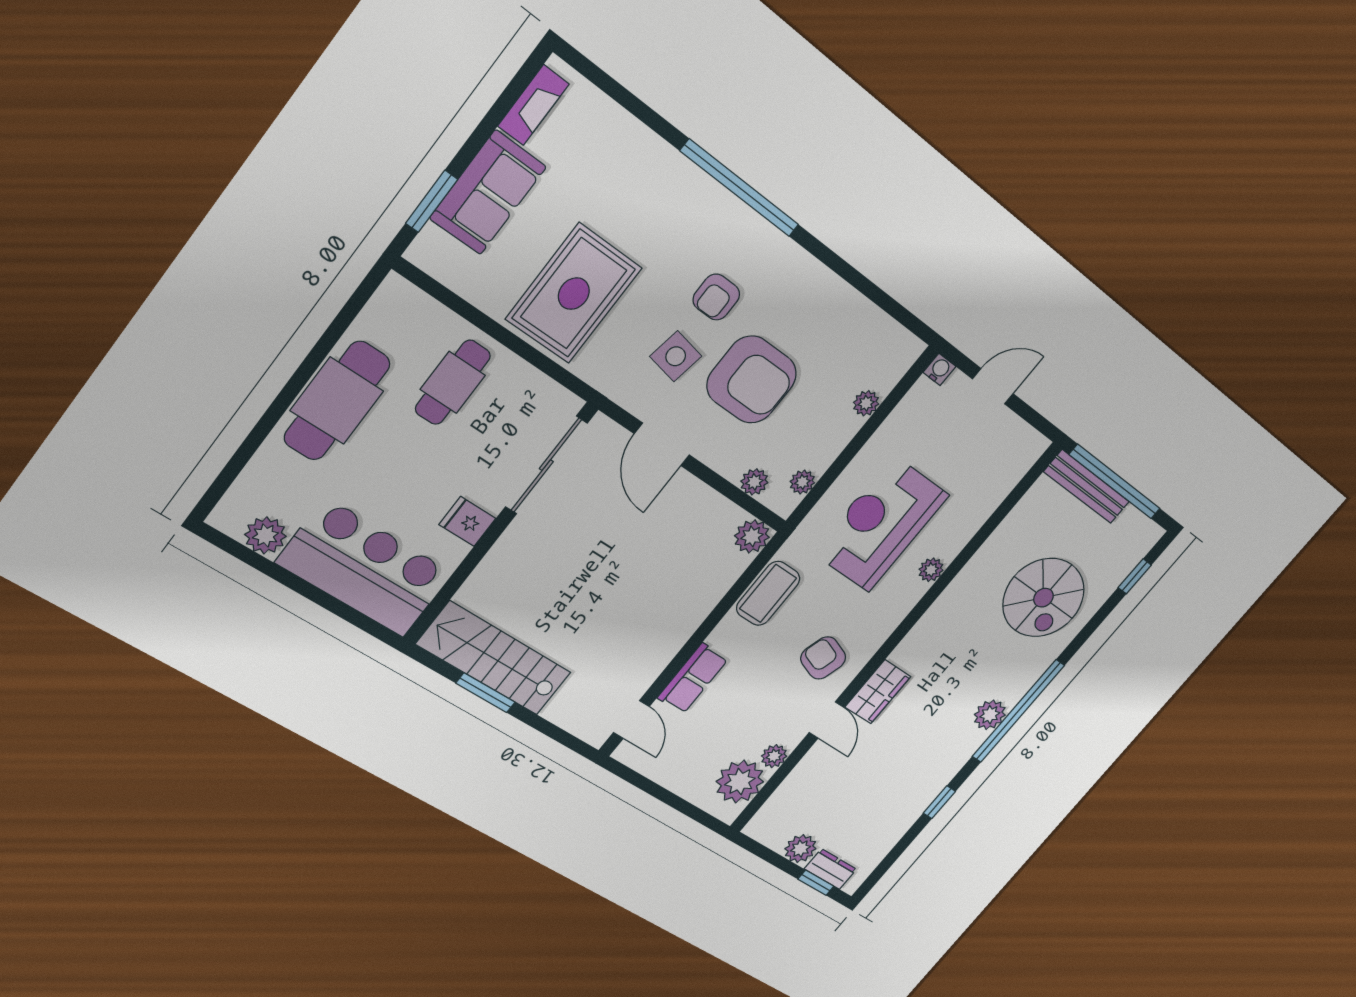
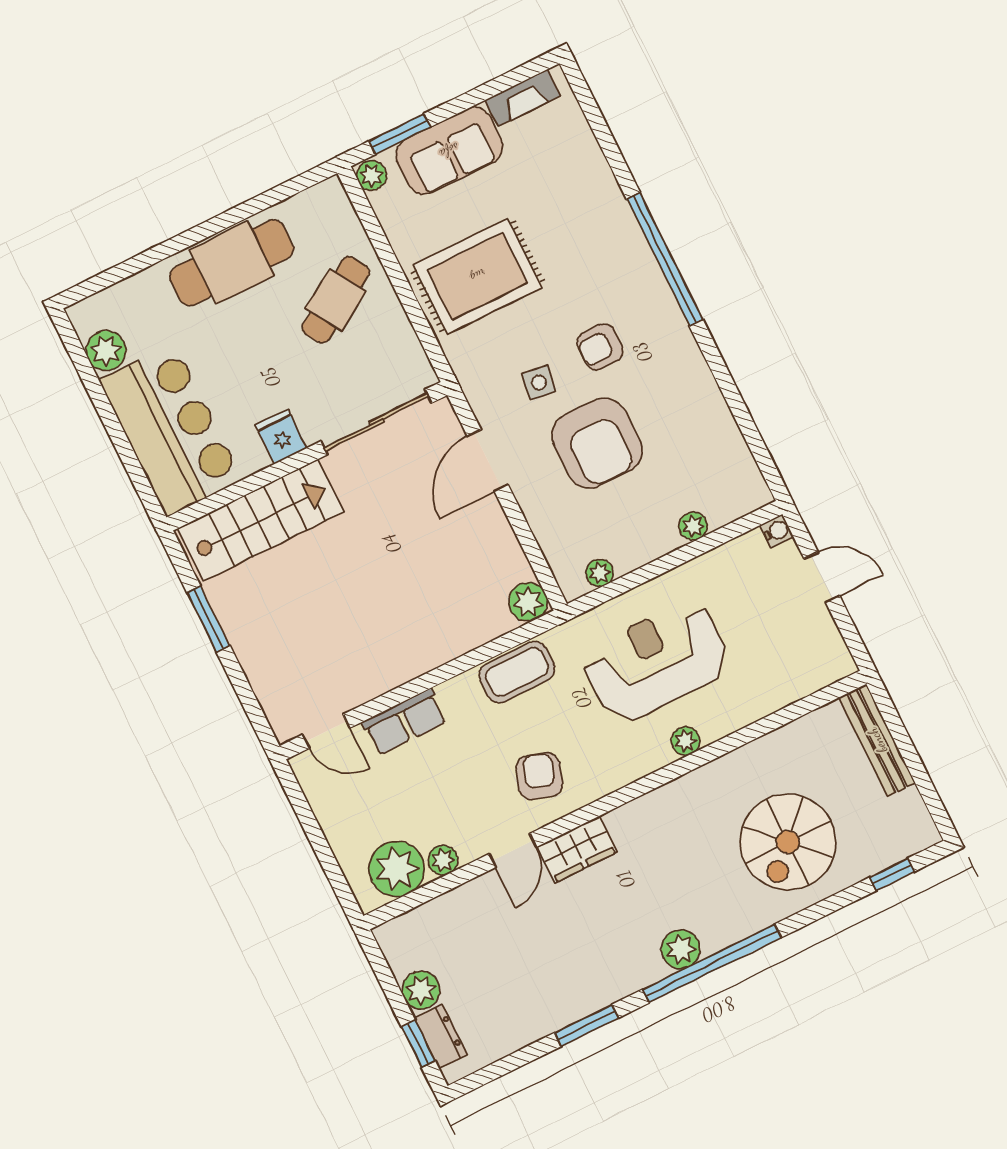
side table: (676, 356) -> (539, 383), width x0.73, depth x0.73
cafe table: (453, 382) -> (336, 300), turned -32
plant: (754, 482) -> (372, 176), moved
window: (1115, 482) -> (908, 752), removed
stairs: (494, 658) -> (261, 520), moved, turned 90
door: (631, 720) -> (326, 731), hinge flipped
window: (939, 802) -> (587, 1025), width x1.50

